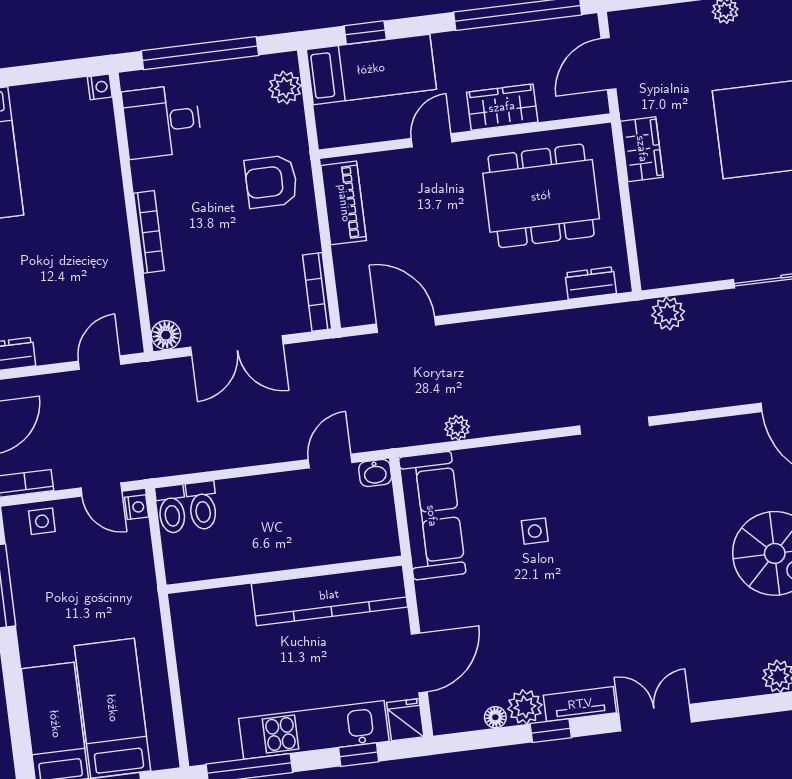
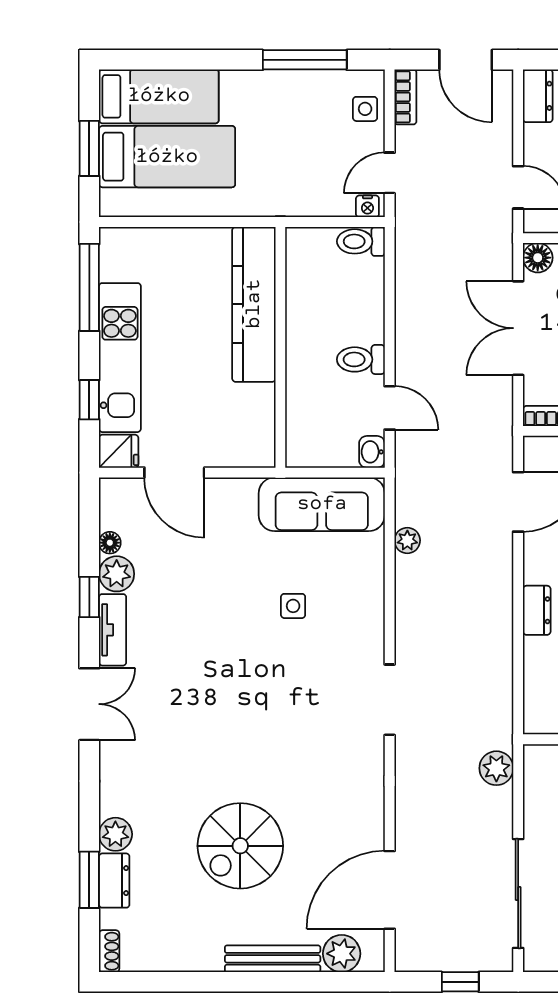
dresser: (591, 283) -> (537, 610), moved
toilet: (202, 505) -> (361, 359), moved
kitchen counter: (329, 595) -> (254, 304), moved

